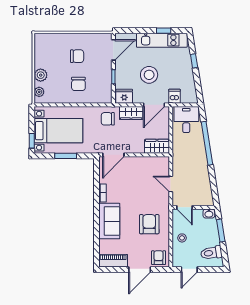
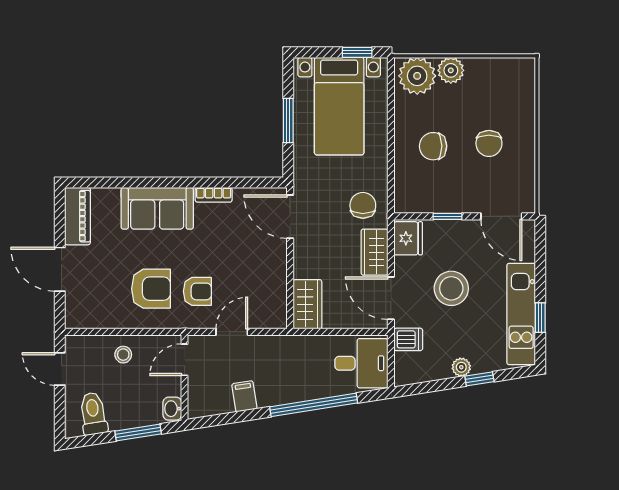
plant: (188, 70) -> (461, 367), added
plant: (39, 92) -> (417, 76), width x1.88, depth x1.88
window: (32, 141) -> (357, 52), moved
filing cabinet: (203, 178) -> (244, 396), added
armchair: (159, 258) -> (197, 291), moved

